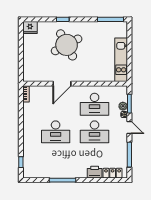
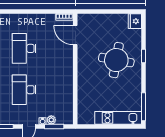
round table: (67, 45) -> (116, 60), turned 38
kitchen unit: (121, 60) -> (118, 118), moved
door: (62, 84) -> (75, 35), moved
desk: (95, 104) -> (53, 90), removed

